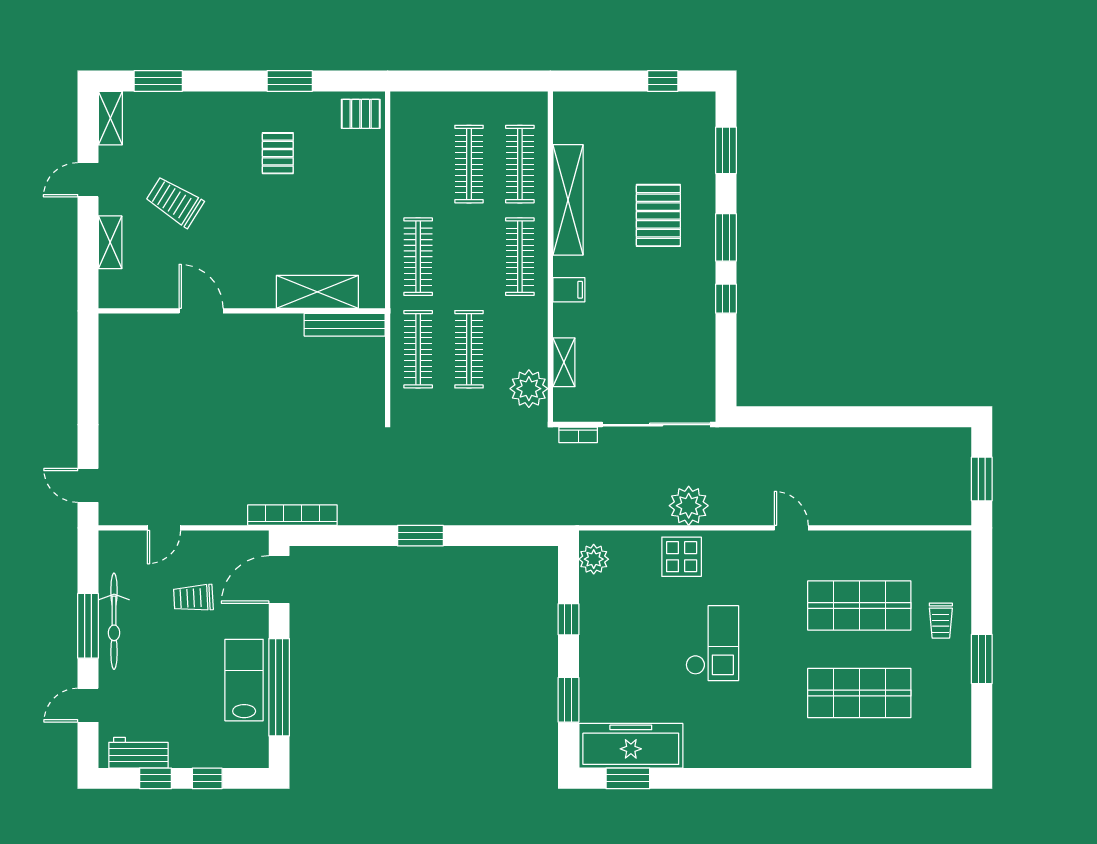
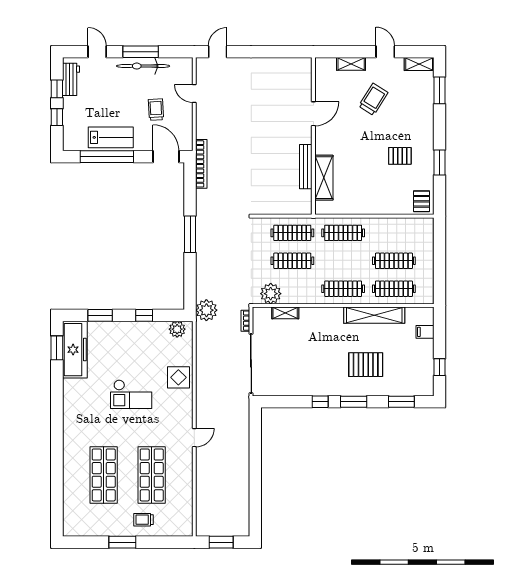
filing cabinet: (569, 290) -> (425, 332), moved, turned 90
bench: (345, 325) -> (306, 167), moved
plant: (689, 506) -> (206, 310), moved
window: (420, 536) -> (190, 234), width x1.44

